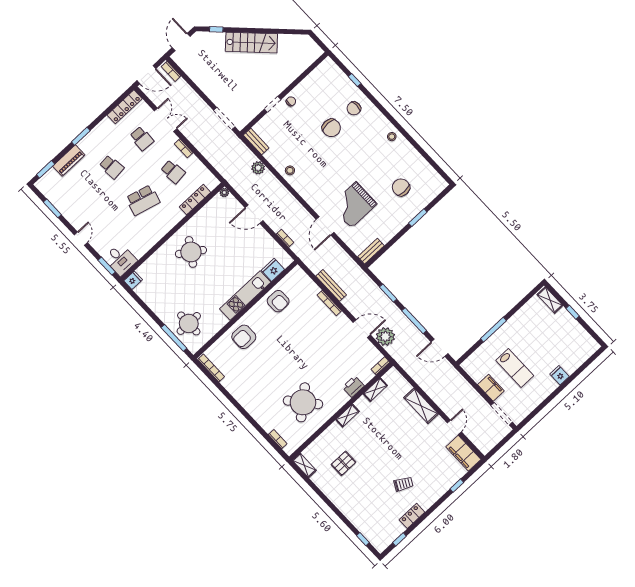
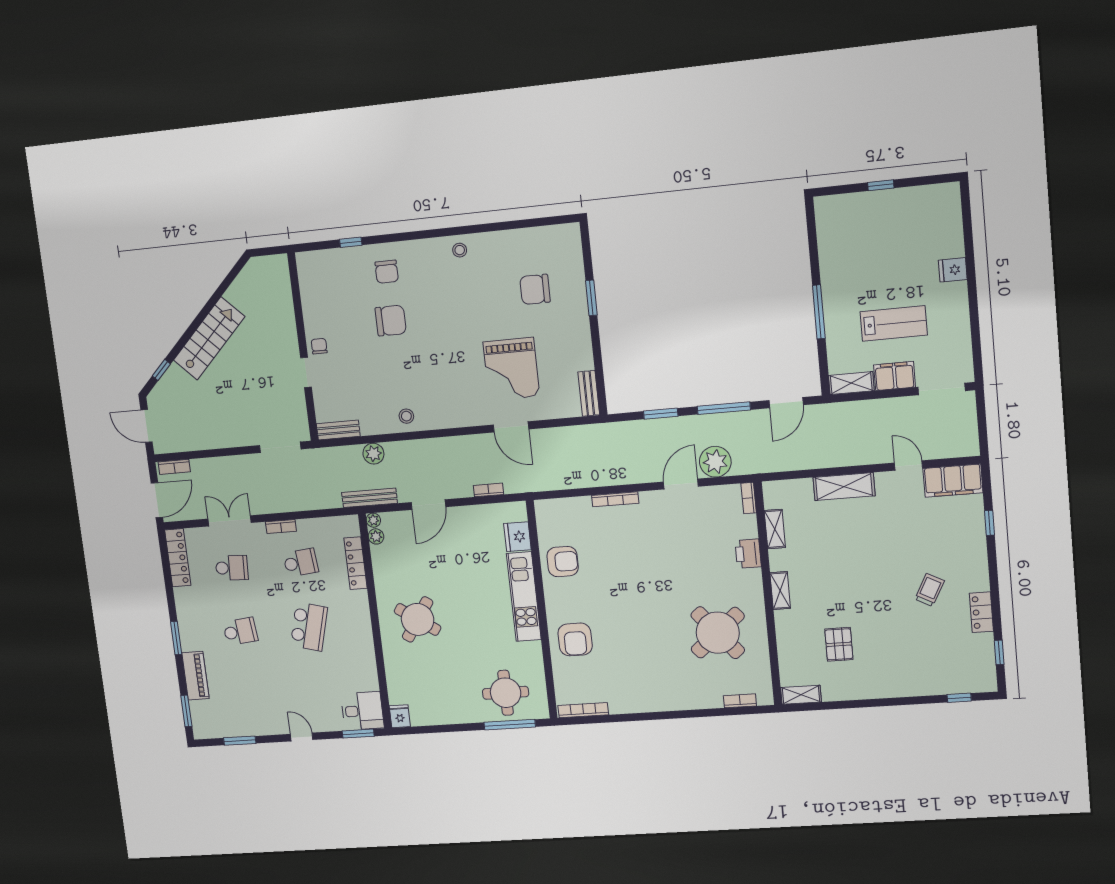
plant: (217, 200) -> (376, 536), added
bench: (331, 285) -> (370, 498), moved
shelving: (550, 300) -> (851, 383), moved

